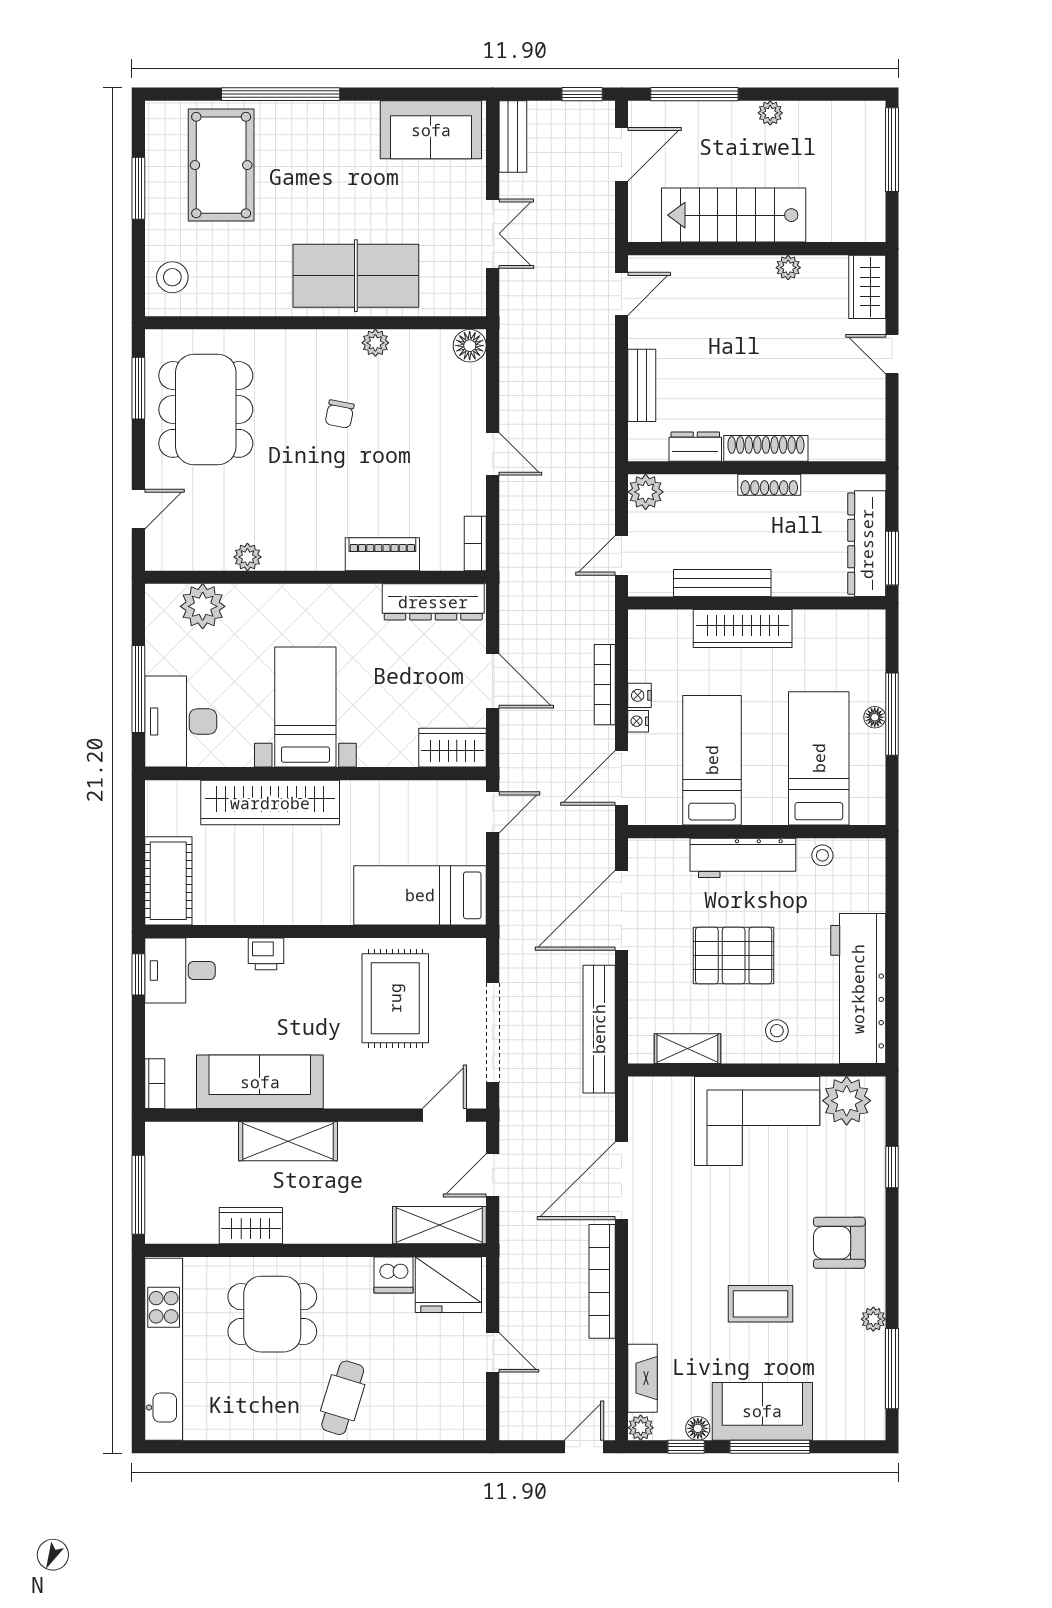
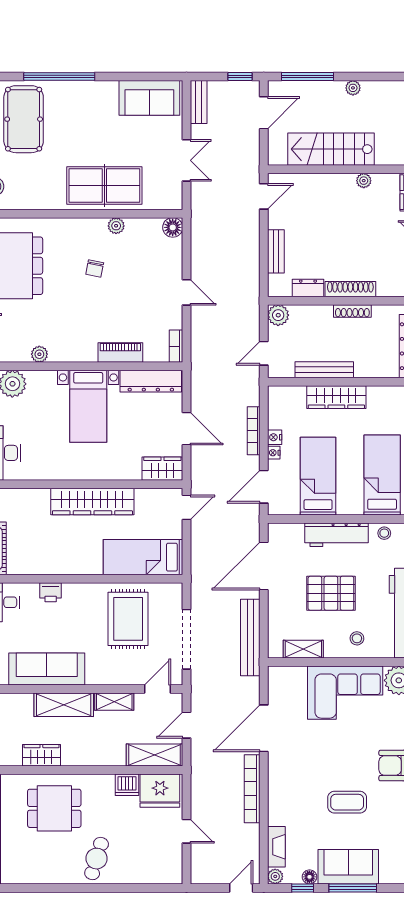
bed with nightstands: (305, 707) -> (88, 406), moved, turned 180
wardrobe: (270, 803) -> (92, 502), moved
shelving: (372, 1136) -> (114, 702), added

